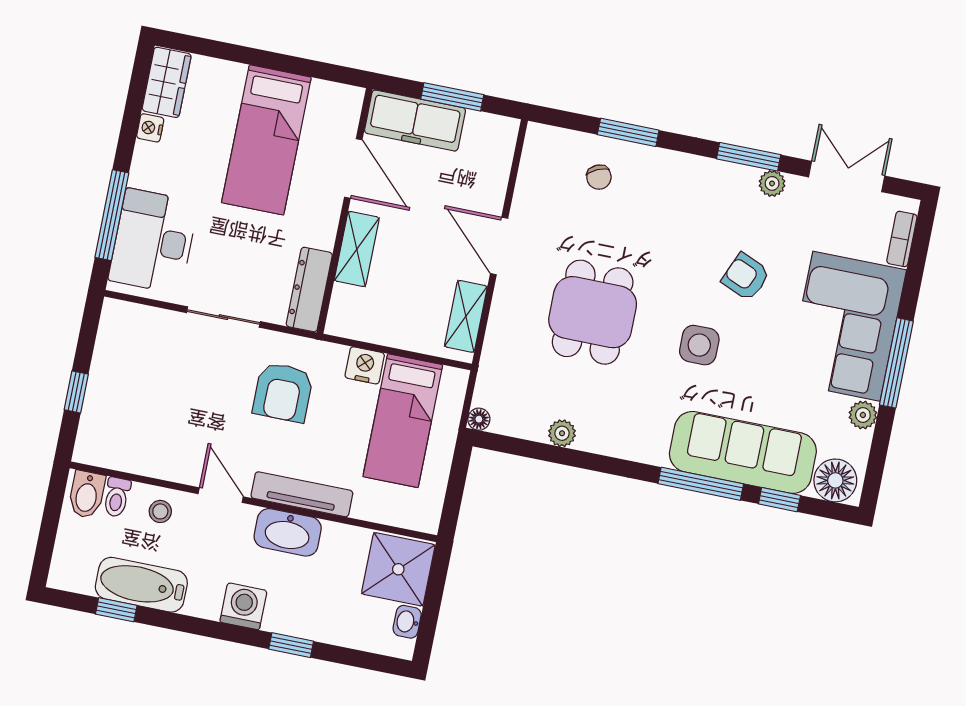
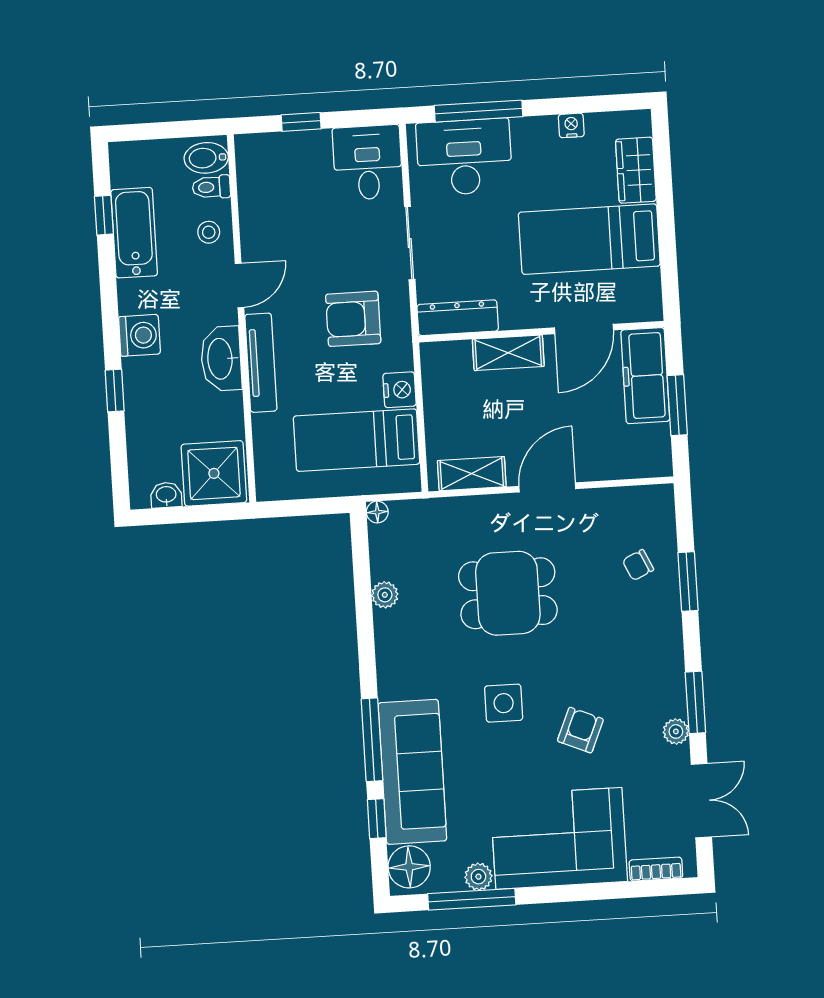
wardrobe: (167, 82) -> (636, 170), moved, turned 90
desk: (134, 337) -> (368, 163), added
window: (896, 363) -> (472, 899), moved

